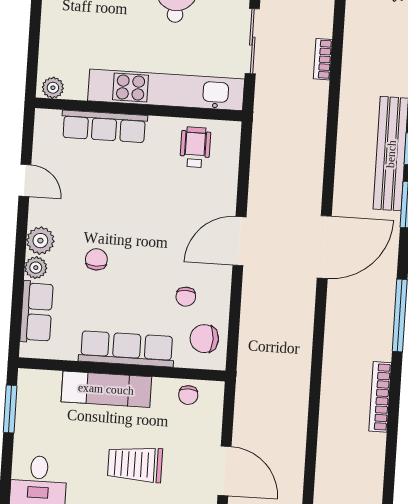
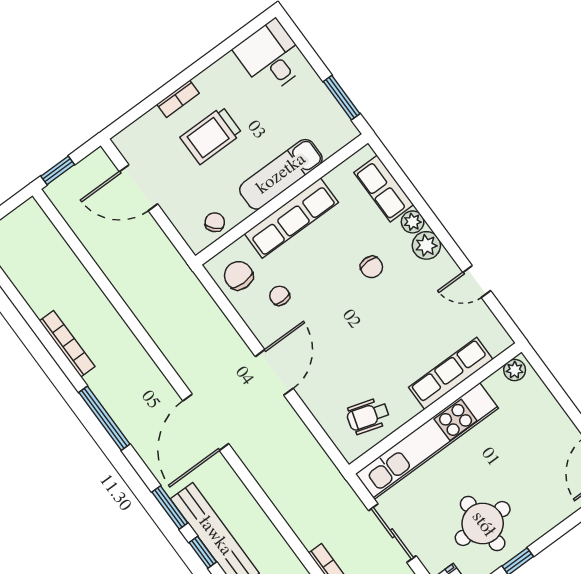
wheelchair: (195, 147) -> (368, 416), turned 107
chair: (204, 339) -> (239, 276), turned -90
chair: (188, 395) -> (215, 222), turned 47
trolley: (135, 464) -> (211, 135), turned 180

